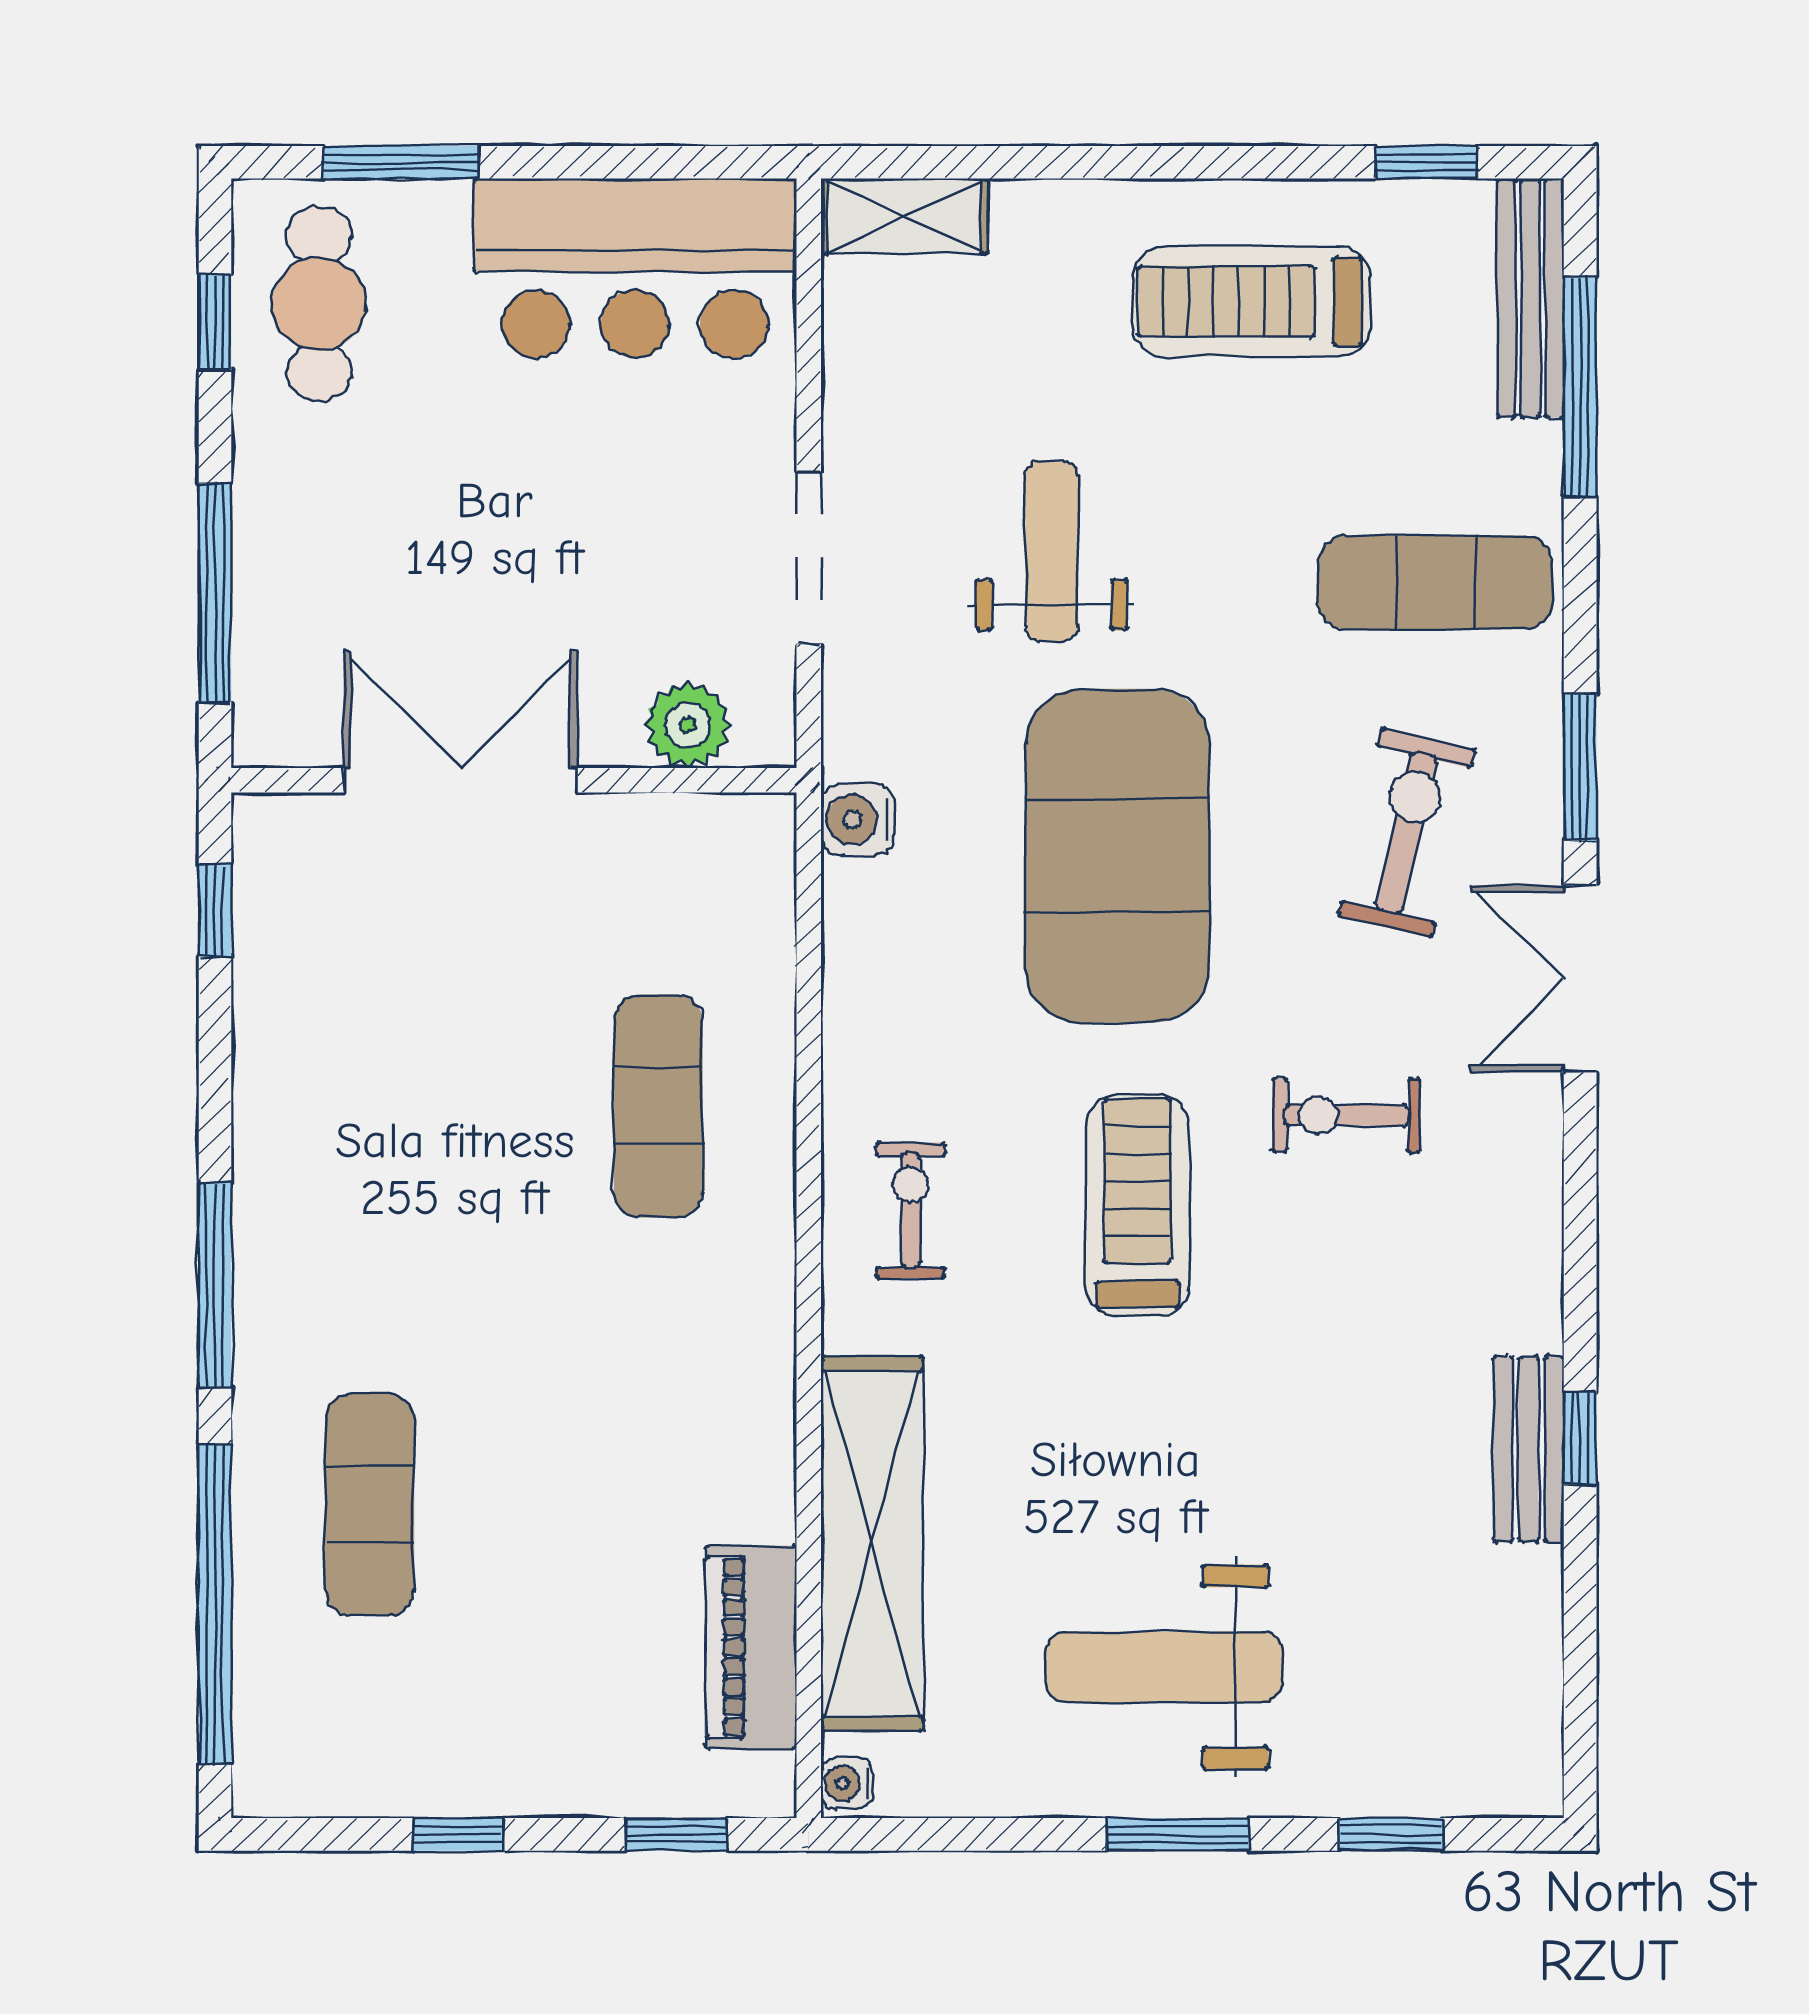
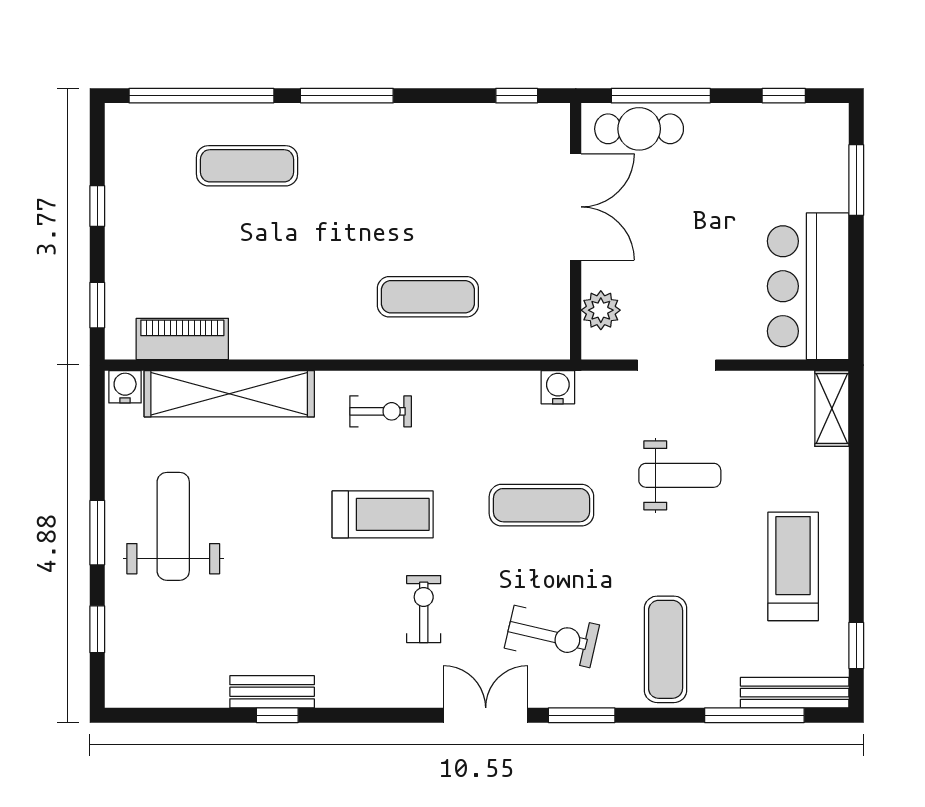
cafe table: (319, 304) -> (639, 129), moved
exercise mat: (1117, 856) -> (541, 505), width x0.50, depth x0.69
water cooler: (847, 1783) -> (125, 387), width x1.38, depth x1.38

